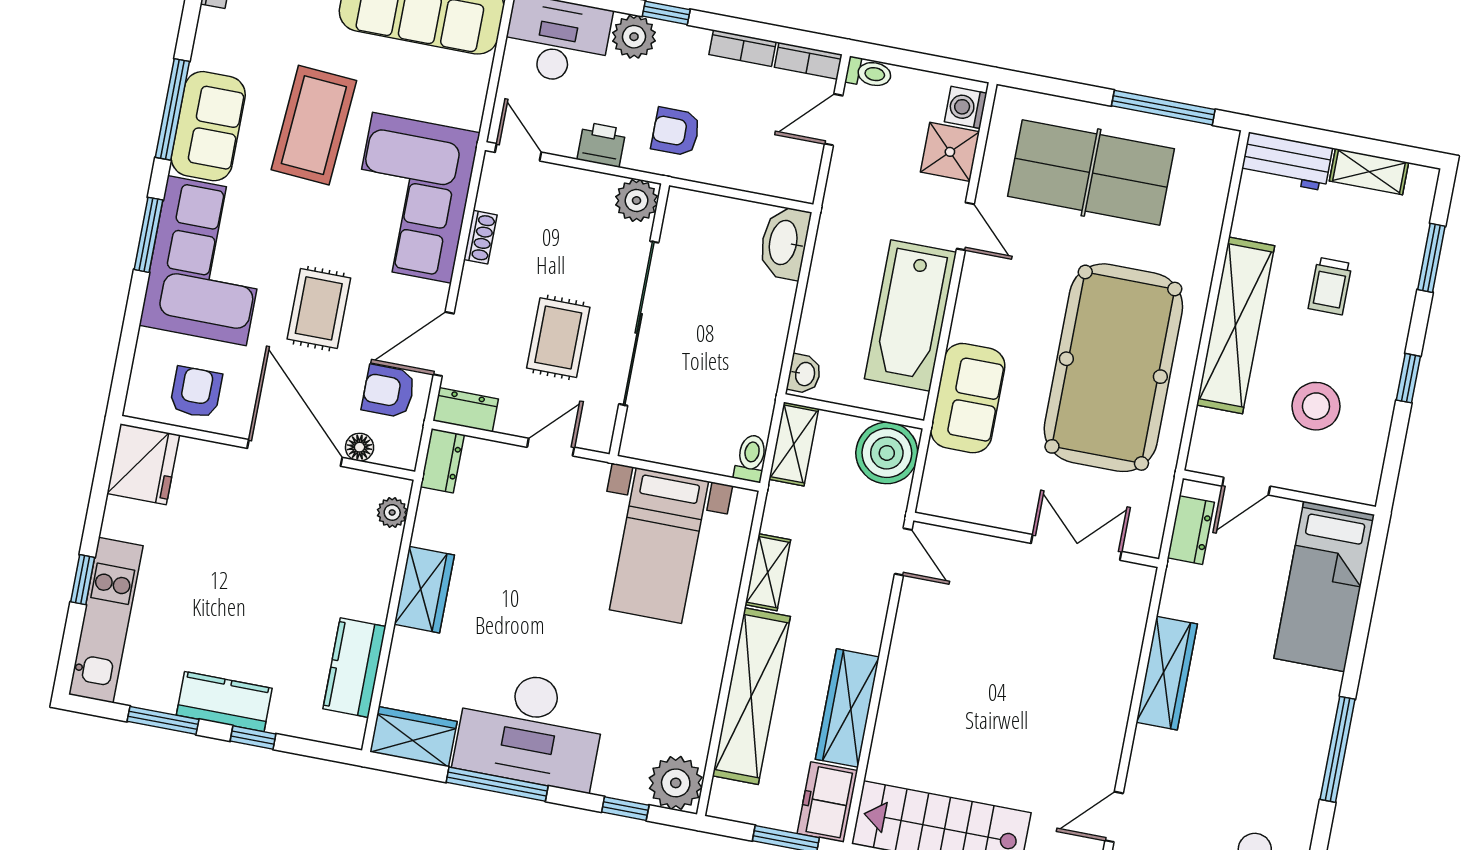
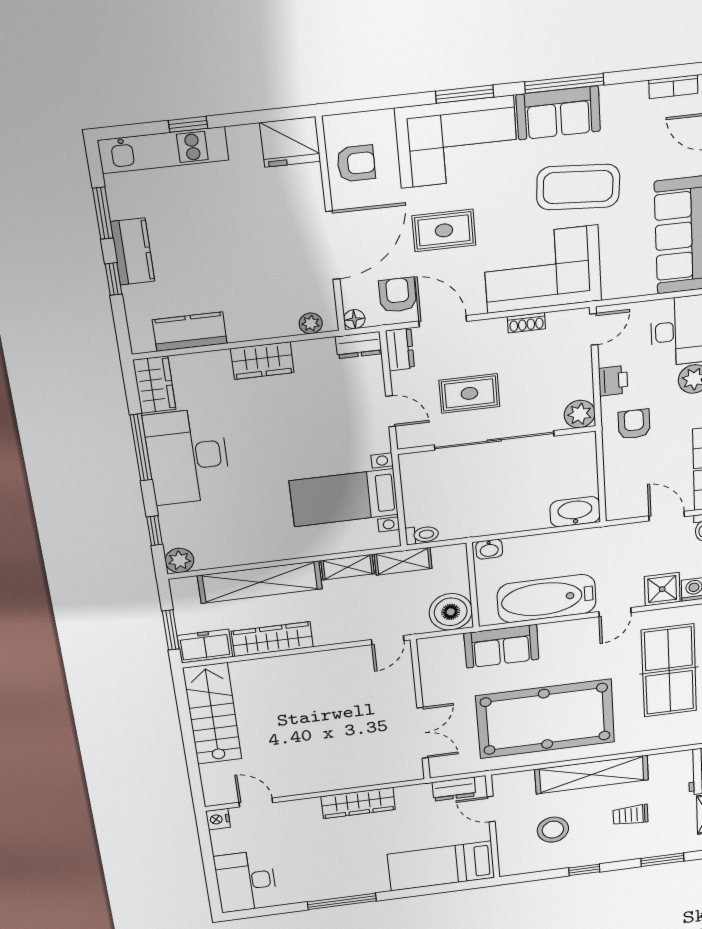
shelving: (794, 444) -> (403, 561), moved
floor lamp: (360, 447) -> (354, 319), moved
plant: (676, 783) -> (179, 560), width x0.73, depth x0.73

